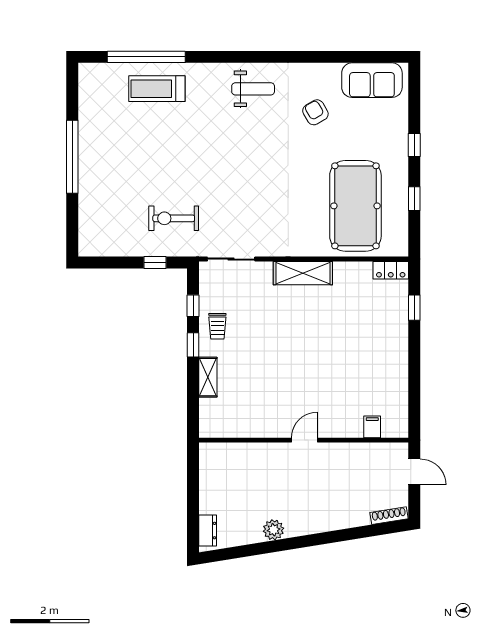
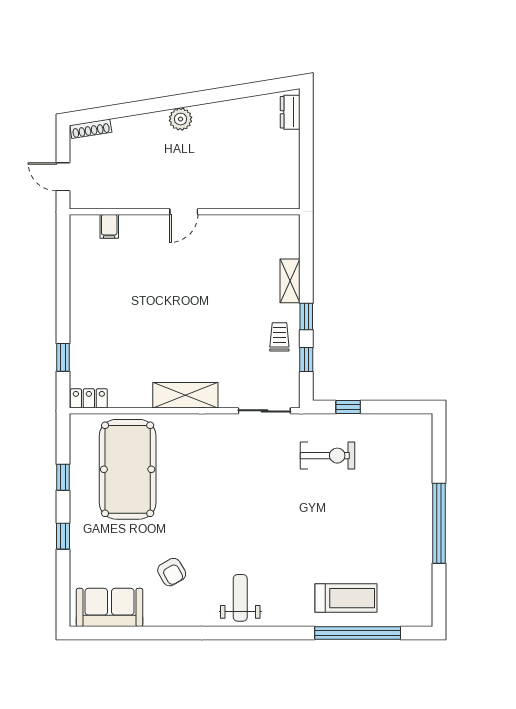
weight bench: (253, 89) -> (240, 598), turned 90
plant: (273, 530) -> (181, 119), moved

